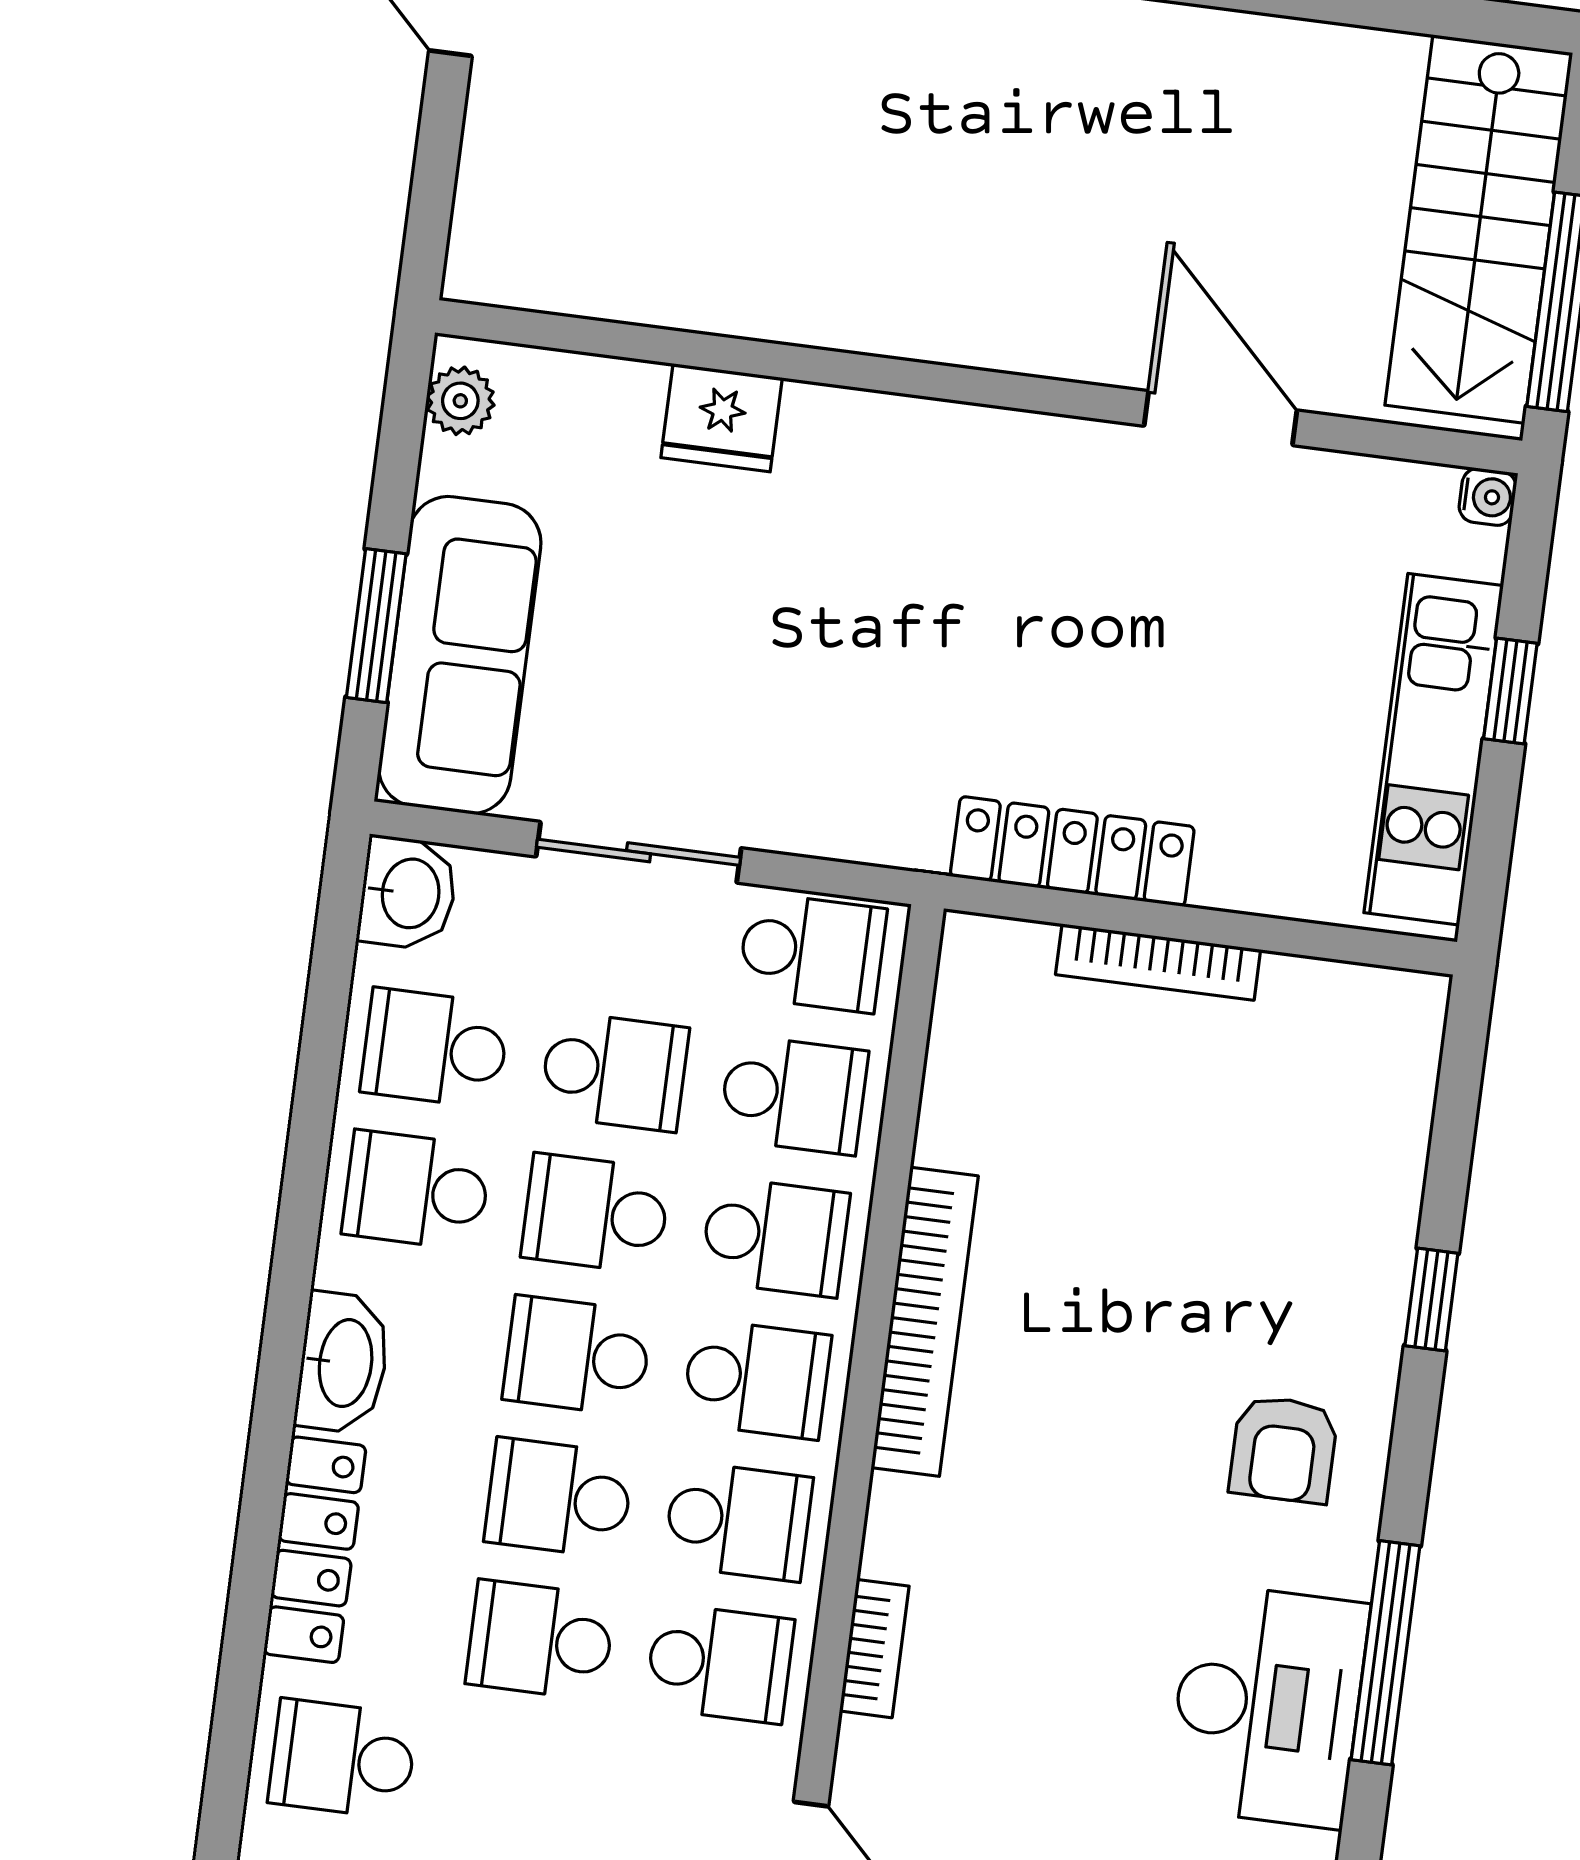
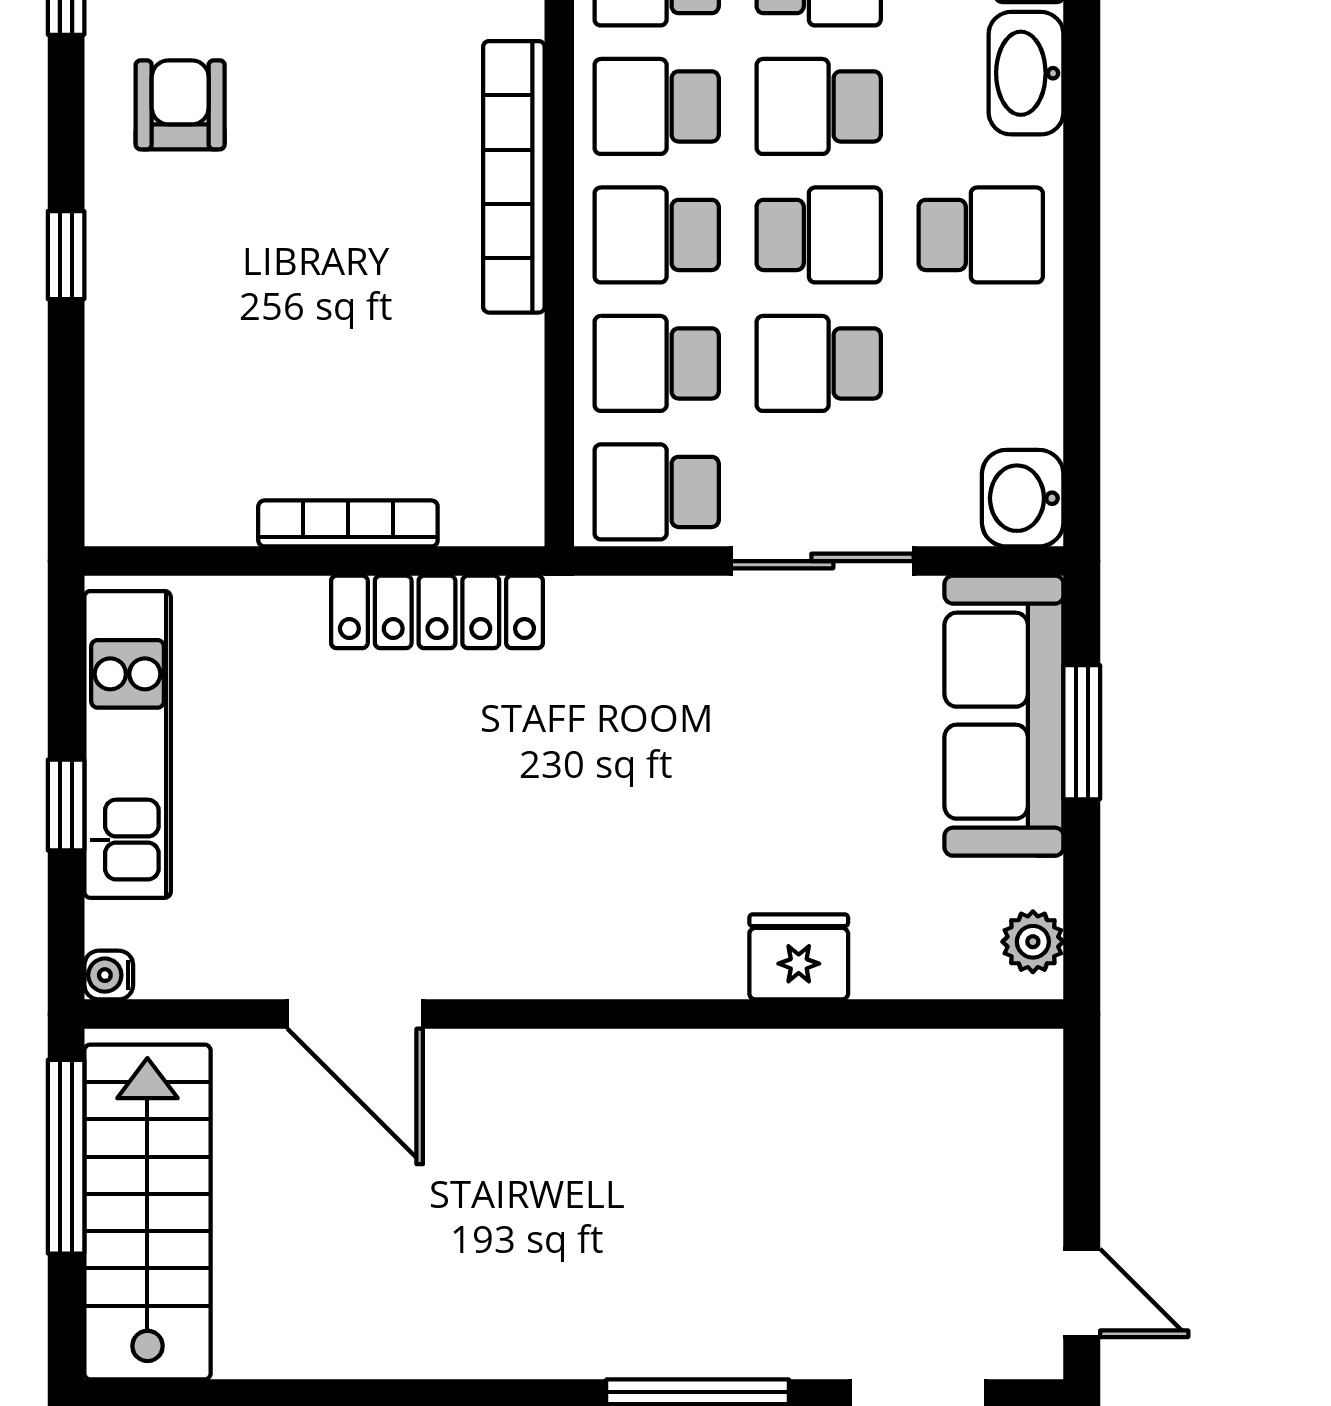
school desk: (435, 1048) -> (981, 363), removed
school desk: (577, 1356) -> (819, 106), turned 180

